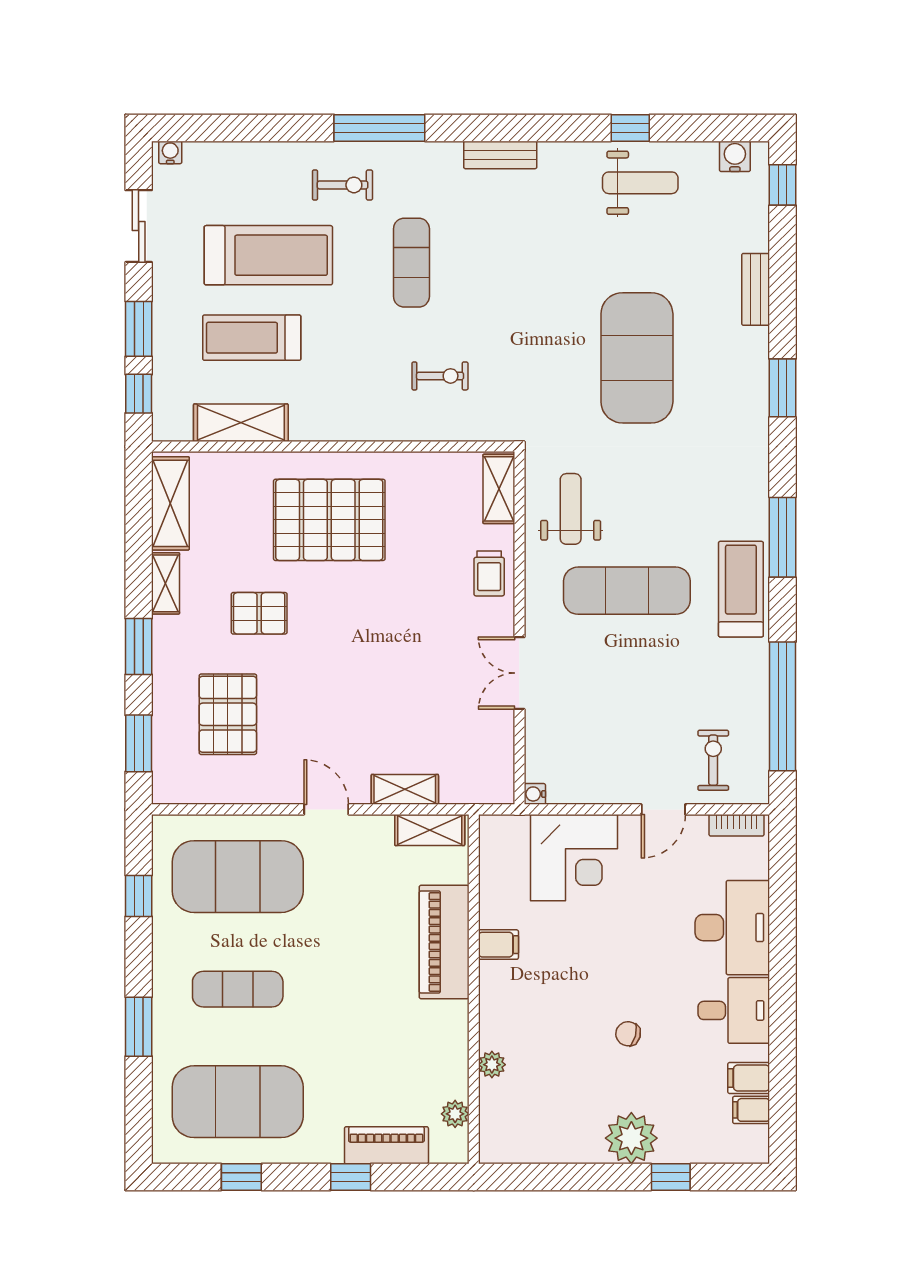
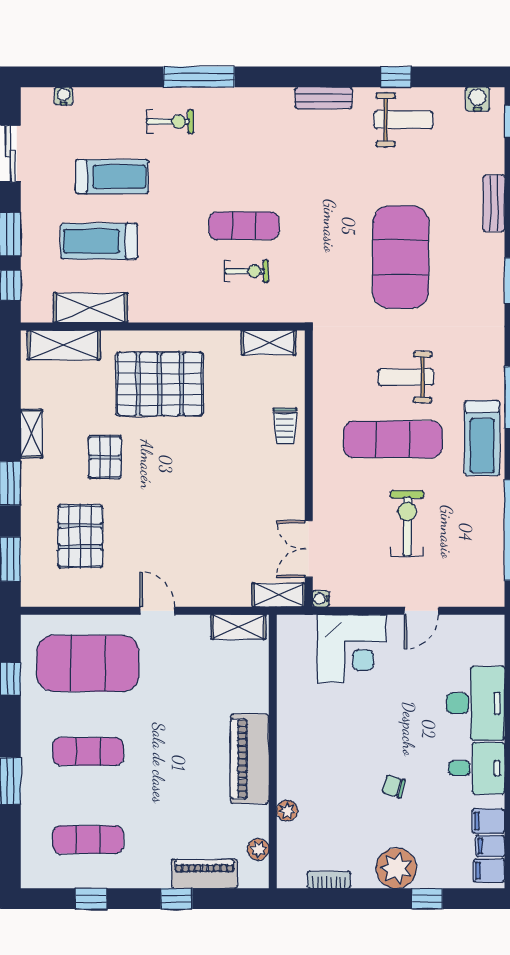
water cooler: (170, 152) -> (64, 96), moved
bench: (500, 155) -> (323, 98), moved
treadmill: (268, 255) -> (112, 177), width x0.73, depth x0.73
exercise mat: (411, 263) -> (244, 226), moved, turned 90
shelving: (499, 489) -> (269, 343), moved, turned 90
shelving: (170, 503) -> (64, 345), moved, turned 90
weight bench: (571, 509) -> (406, 377), moved, turned -90
treadmill: (741, 589) -> (482, 438), turned 180
pallet: (259, 613) -> (105, 457), turned 90
double door: (519, 673) -> (309, 549), moved
exercise bike: (713, 760) -> (407, 523), moved, width x1.38, depth x1.39
shelving: (405, 789) -> (279, 595), moved
bookcase: (736, 825) -> (329, 880), moved, turned 180
piano: (444, 942) -> (250, 759), moved
filing cabinet: (498, 945) -> (489, 871), moved, turned 180
exercise mat: (238, 1102) -> (88, 840), width x0.50, depth x0.69

